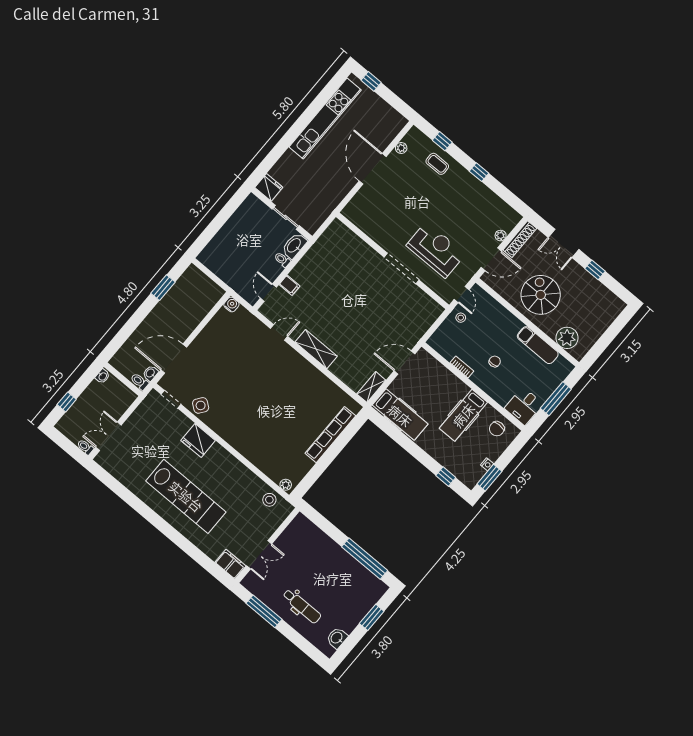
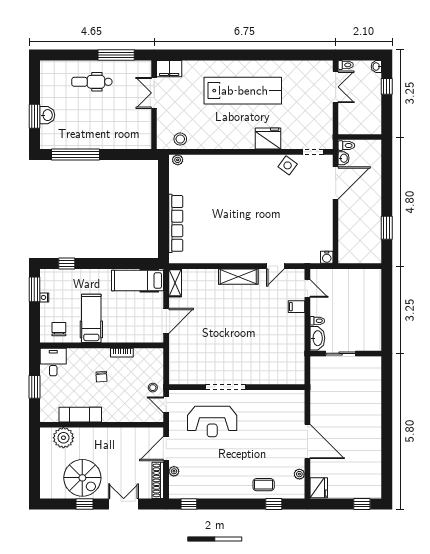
kitchen unit: (325, 118) -> (372, 449), removed
window: (479, 172) -> (189, 504), moved
fridge: (269, 187) -> (319, 488), moved, turned -90
spiral stairs: (541, 295) -> (82, 478), moved
washbasin: (103, 376) -> (376, 66), moved
window: (556, 399) -> (34, 387), width x0.69
lab bench: (186, 496) -> (243, 91), turned 180
washbasin: (337, 638) -> (47, 115), moved

